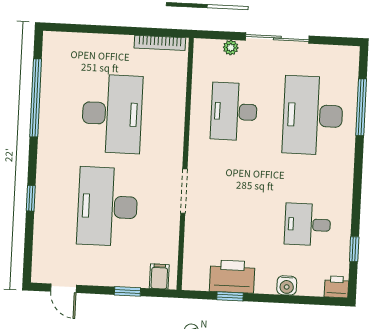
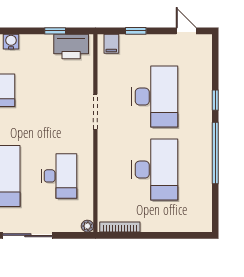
plant: (231, 48) -> (87, 226), moved
window: (36, 98) -> (215, 153), moved
desk: (112, 114) -> (155, 170), turned 180
printer: (232, 276) -> (71, 46), moved

